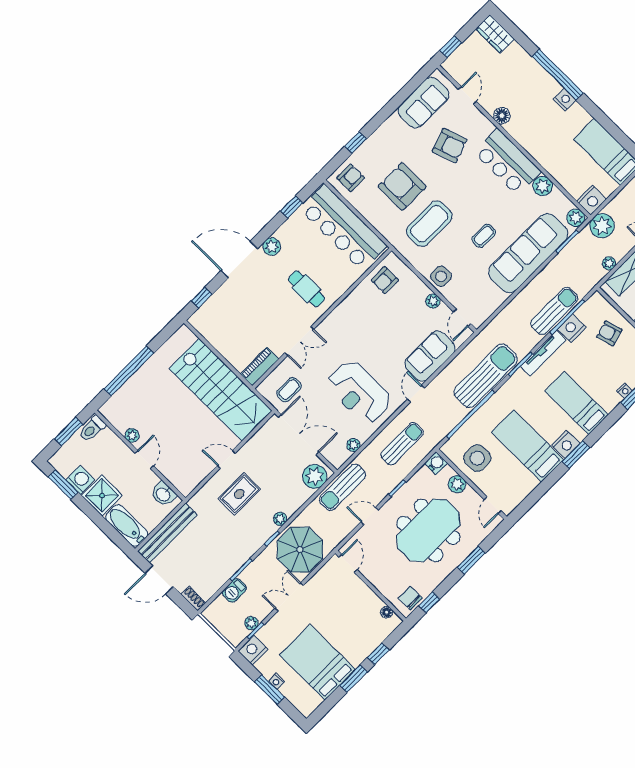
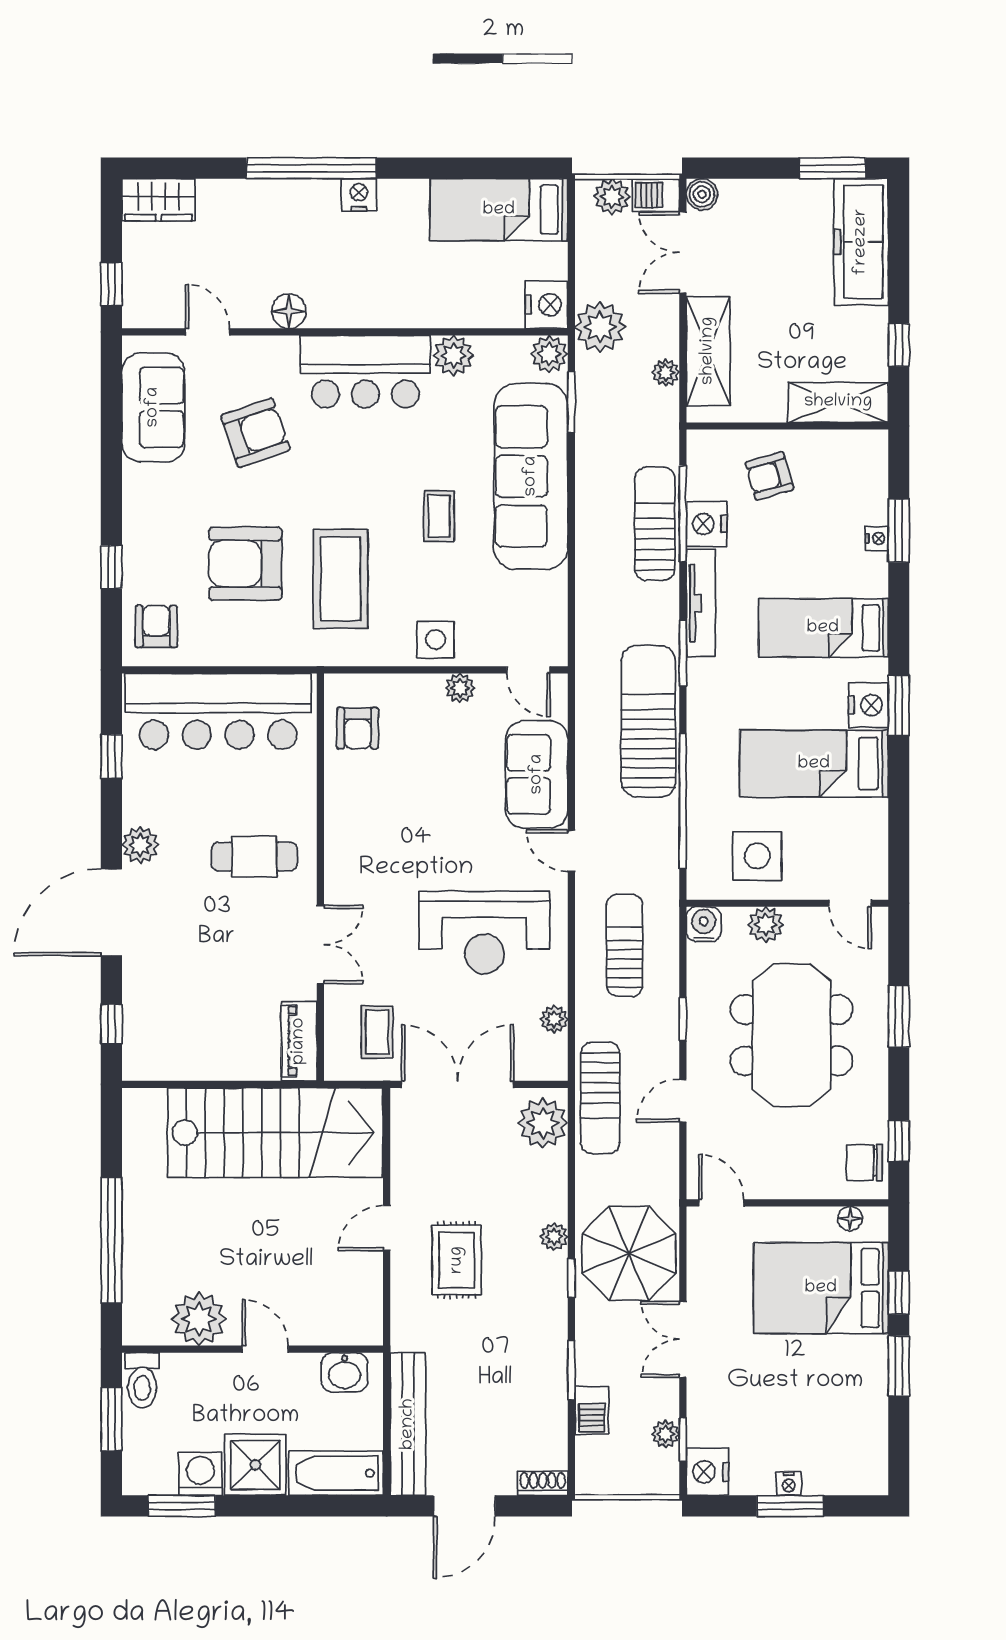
plant: (132, 435) -> (199, 1319), width x1.87, depth x1.87
bed: (317, 662) -> (821, 1288), moved

